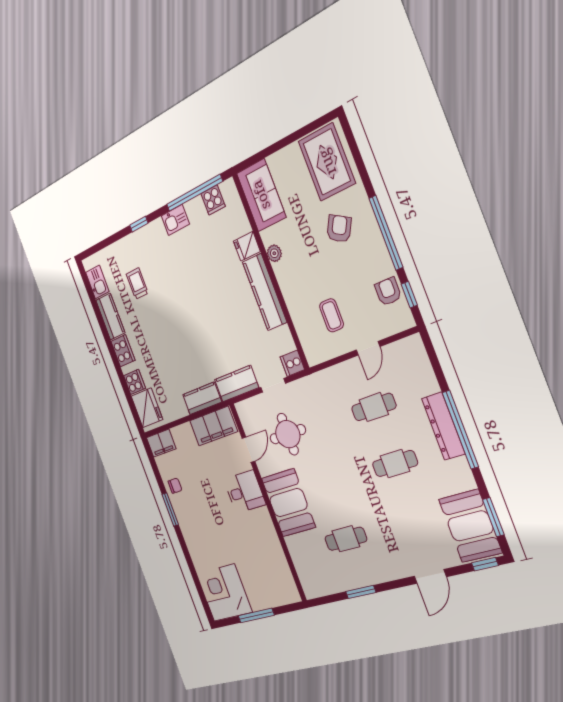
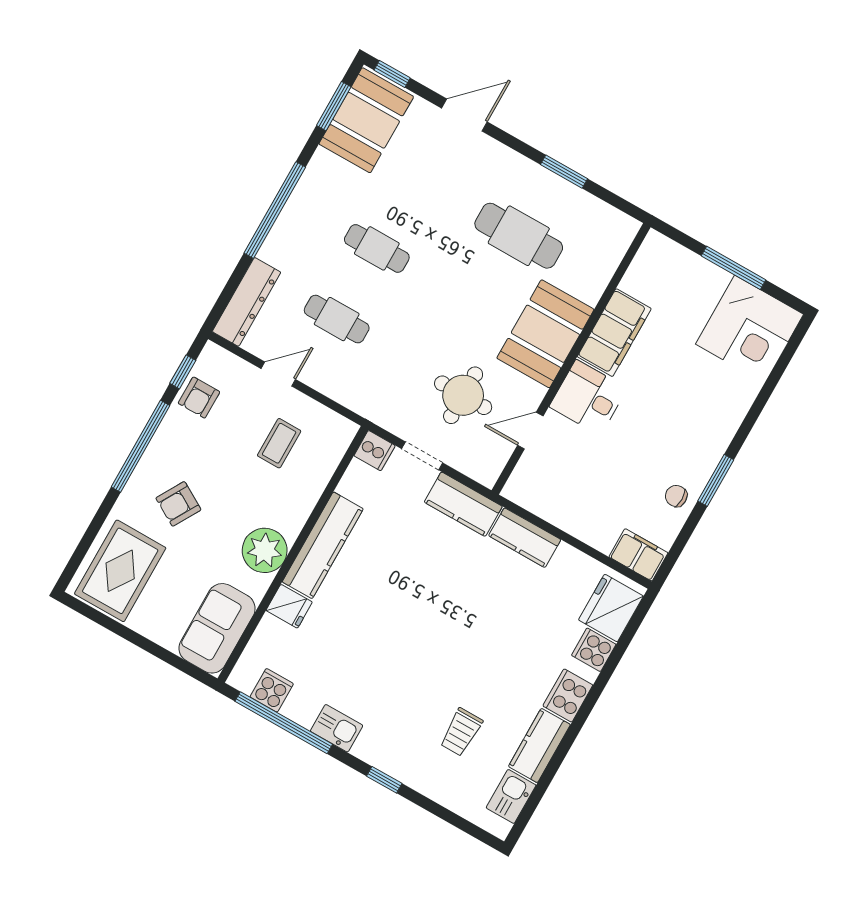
plant: (274, 253) -> (265, 550), width x1.87, depth x1.87
filing cabinet: (213, 426) -> (614, 333), moved, turned 90
dresser: (443, 426) -> (247, 302), moved
cafe table: (346, 539) -> (519, 236), width x1.37, depth x1.35

